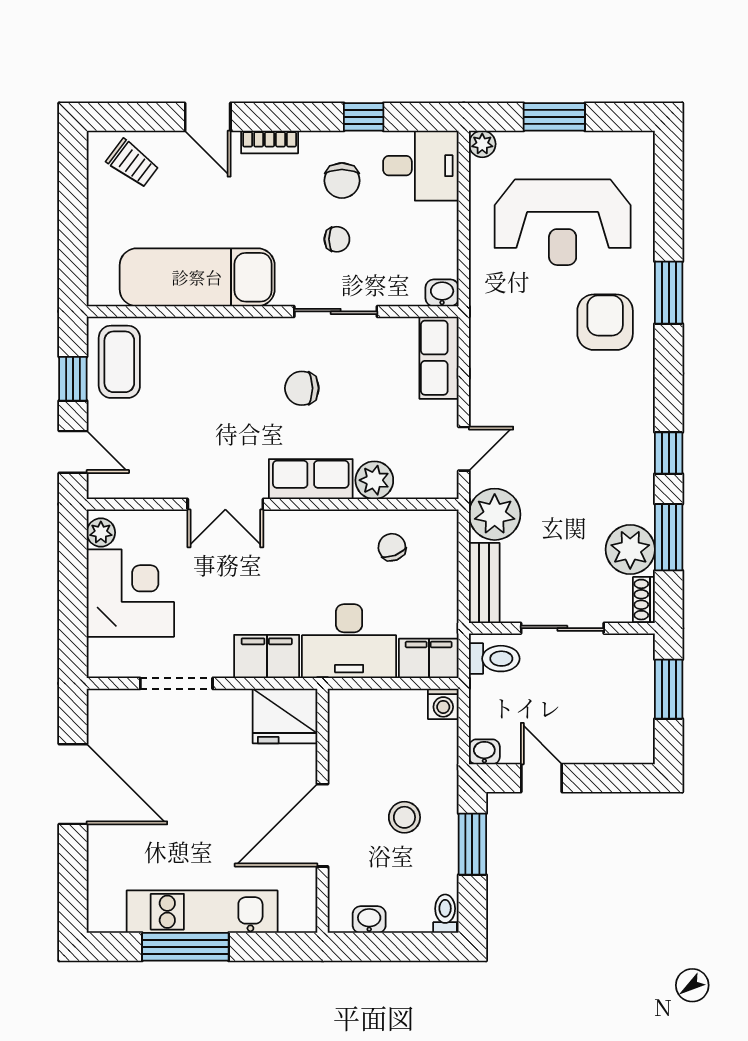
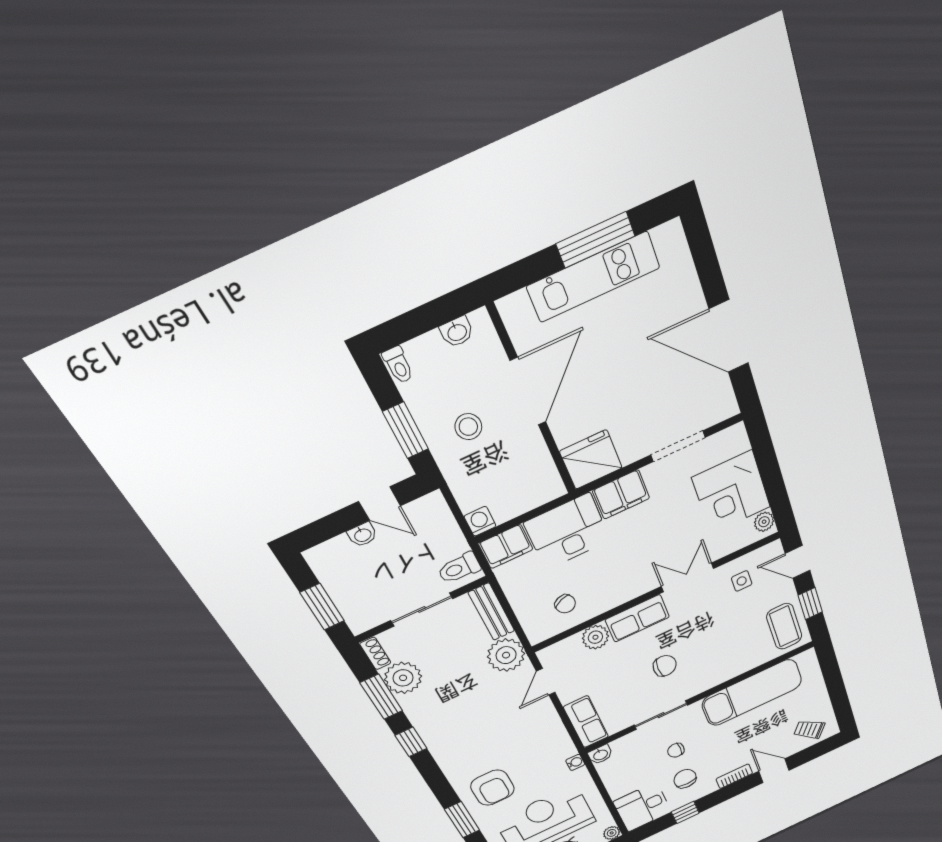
water cooler: (480, 300) -> (575, 762), added
side table: (156, 462) -> (742, 581), added
washbasin: (484, 752) -> (362, 535), moved

